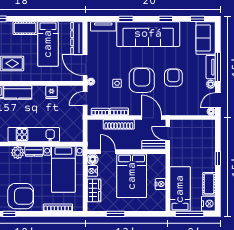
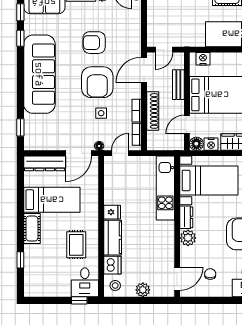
window: (126, 19) -> (20, 127), moved
window: (166, 19) -> (20, 38), moved
tv unit: (103, 26) -> (30, 130), removed
armchair: (142, 80) -> (97, 82), turned -90
fridge: (52, 92) -> (112, 212), moved
door: (85, 99) -> (120, 153), swing flipped
kitchen unit: (34, 135) -> (165, 188), moved
bench: (154, 145) -> (178, 85), moved
nightstand: (160, 184) -> (203, 59), moved

